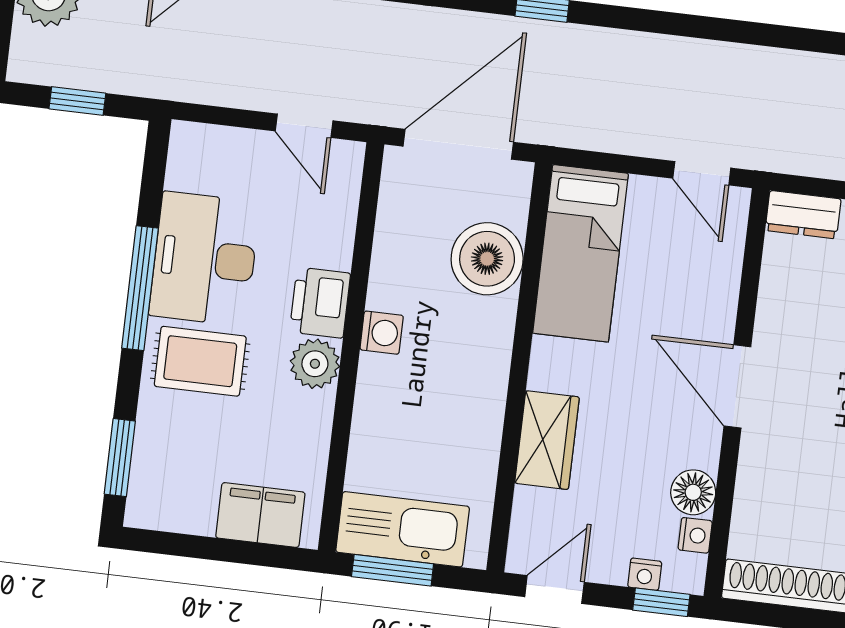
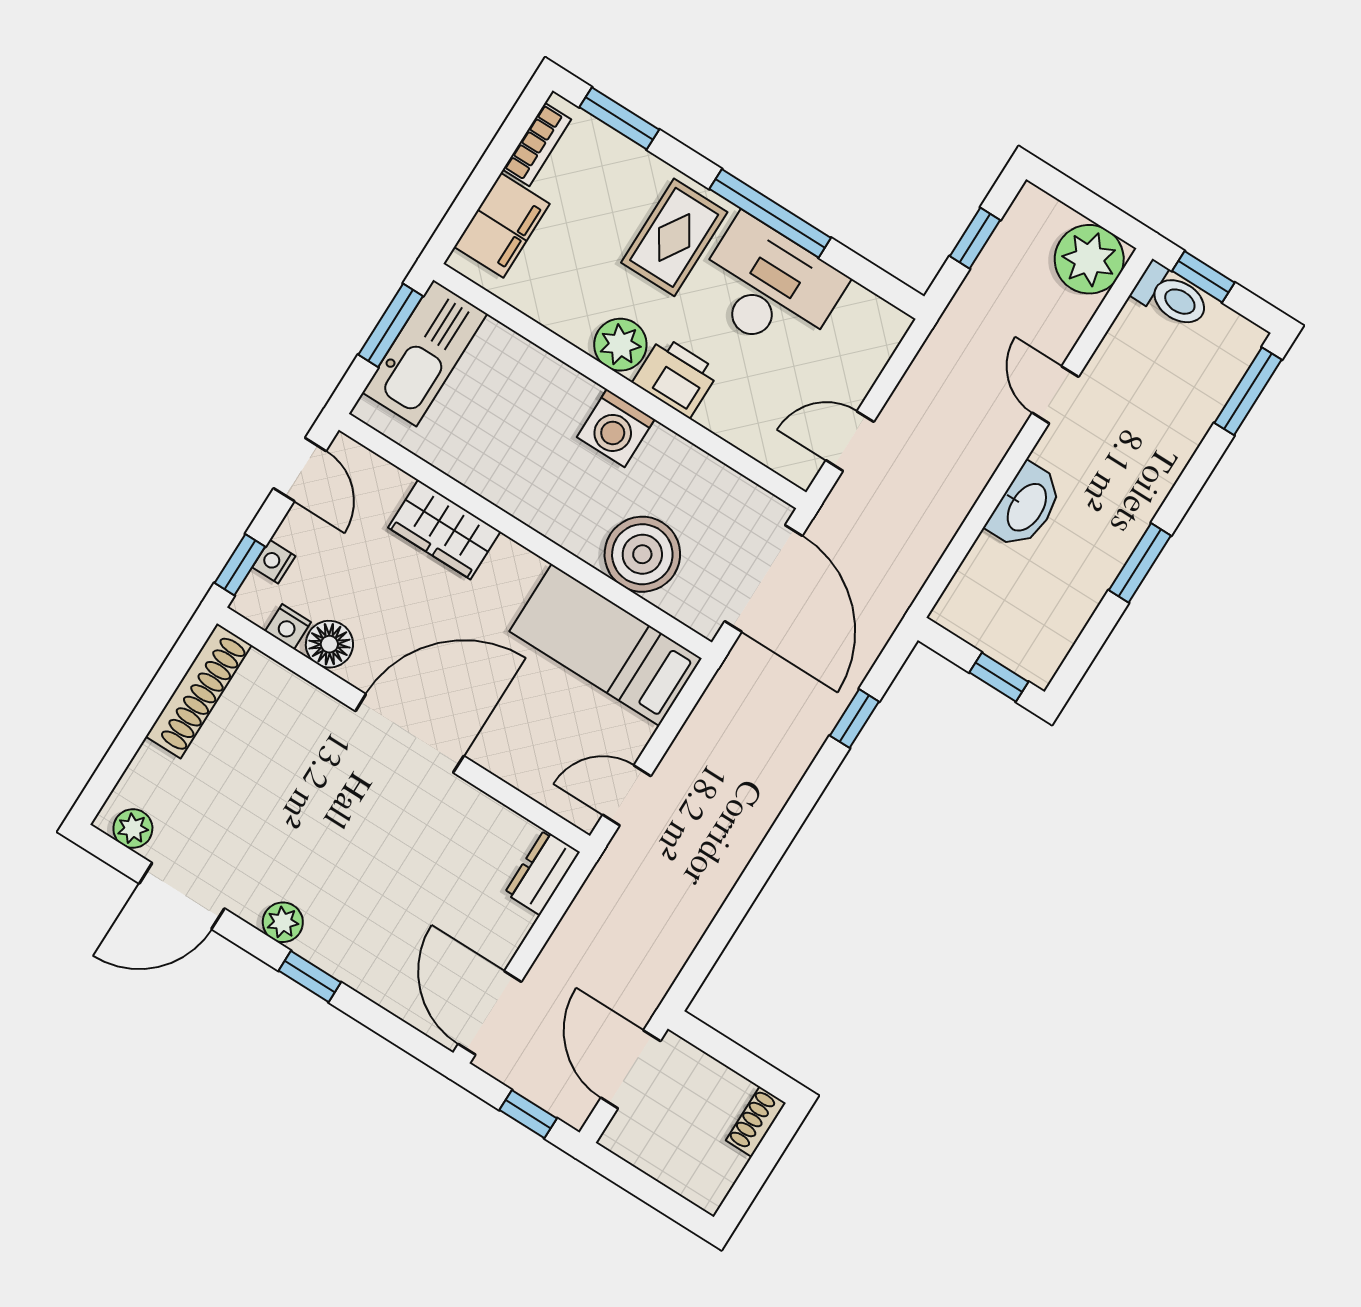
washing machine: (382, 333) -> (616, 428), width x1.38, depth x1.38
door: (737, 386) -> (410, 733), width x1.36
bookcase: (176, 518) -> (537, 145), added

